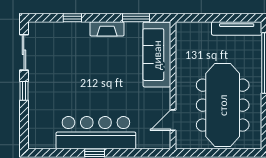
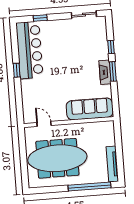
window: (136, 18) -> (113, 71), moved
window: (24, 91) -> (40, 18), moved
bar counter: (96, 133) -> (29, 50), moved

